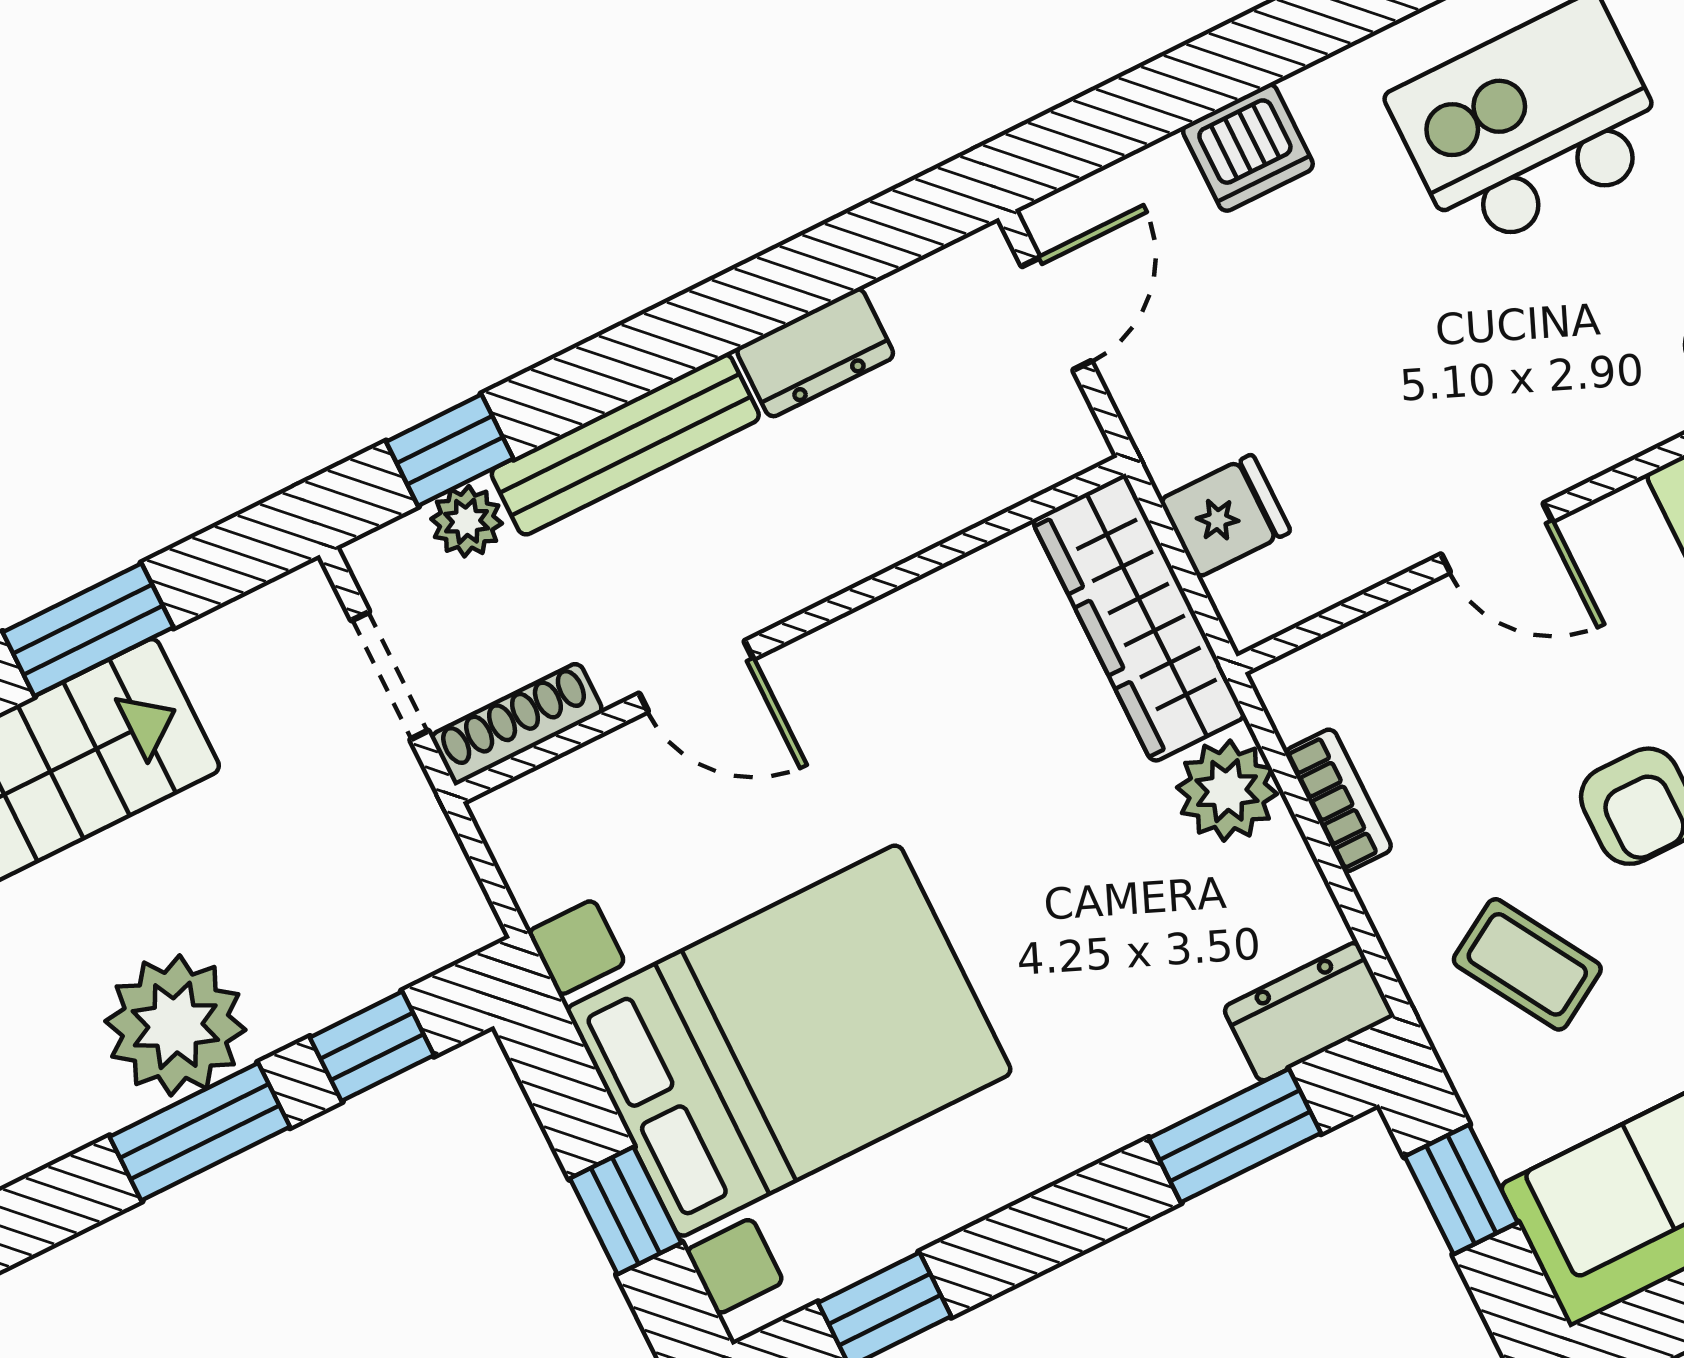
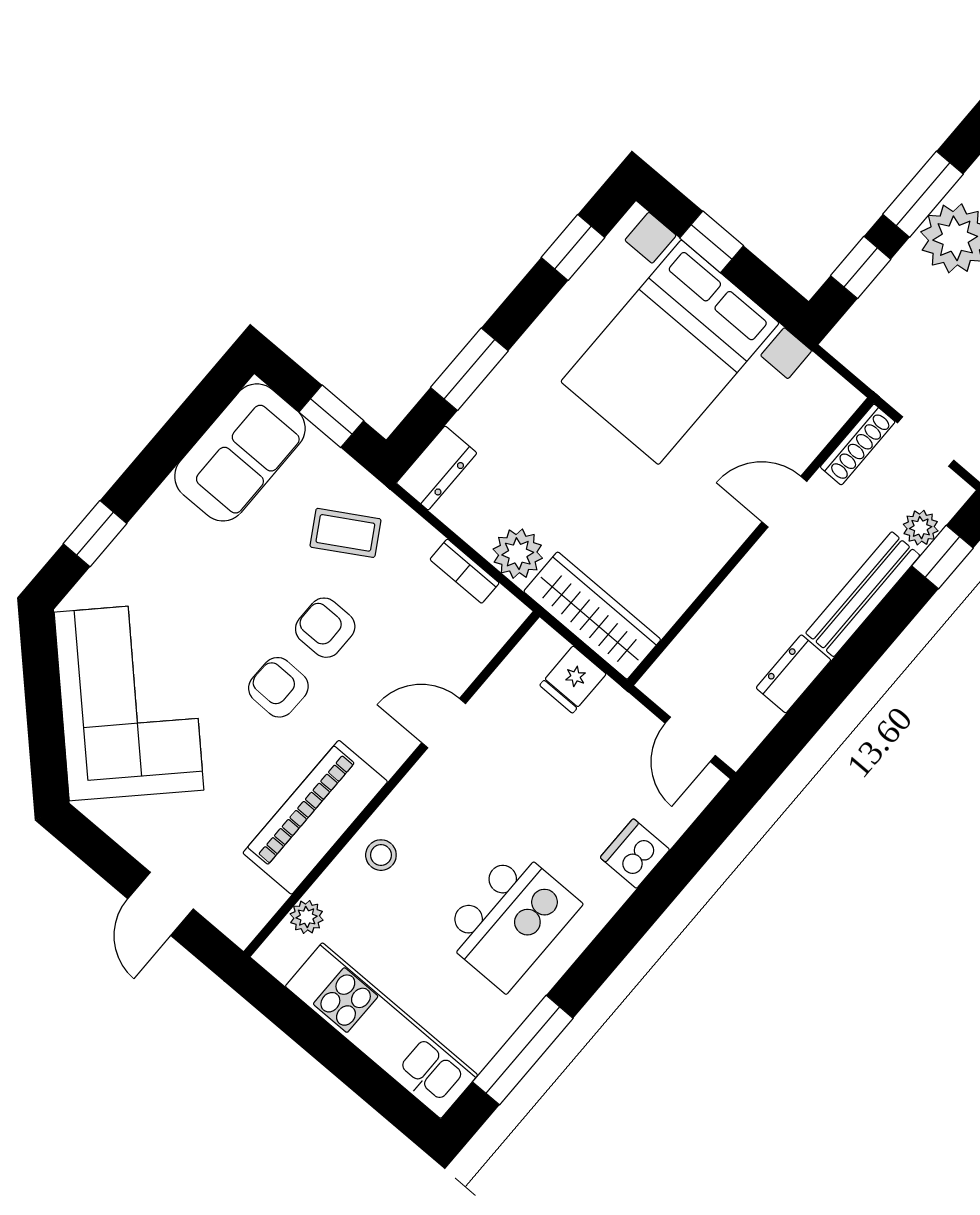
window: (1235, 1136) -> (469, 369), moved

